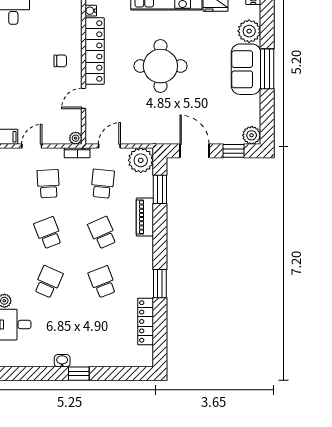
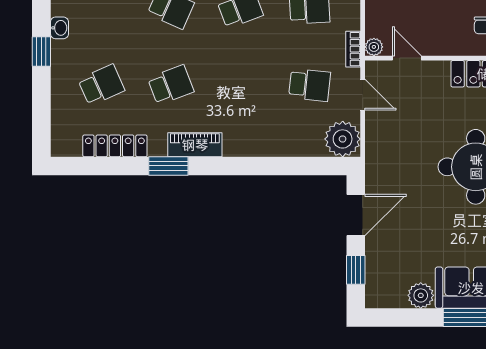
door: (83, 98) -> (407, 58), moved
plant: (252, 135) -> (421, 295), moved
window: (160, 189) -> (302, 166), removed
piano: (145, 217) -> (195, 145), moved
school desk: (102, 233) -> (101, 85), moved

